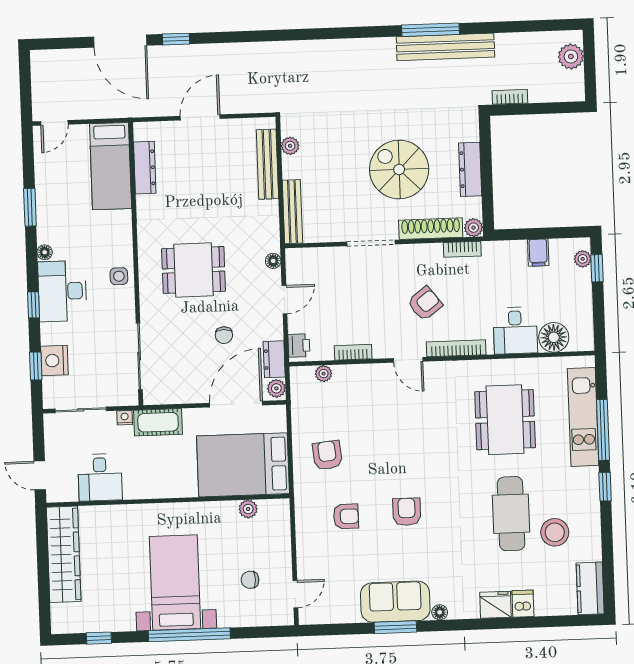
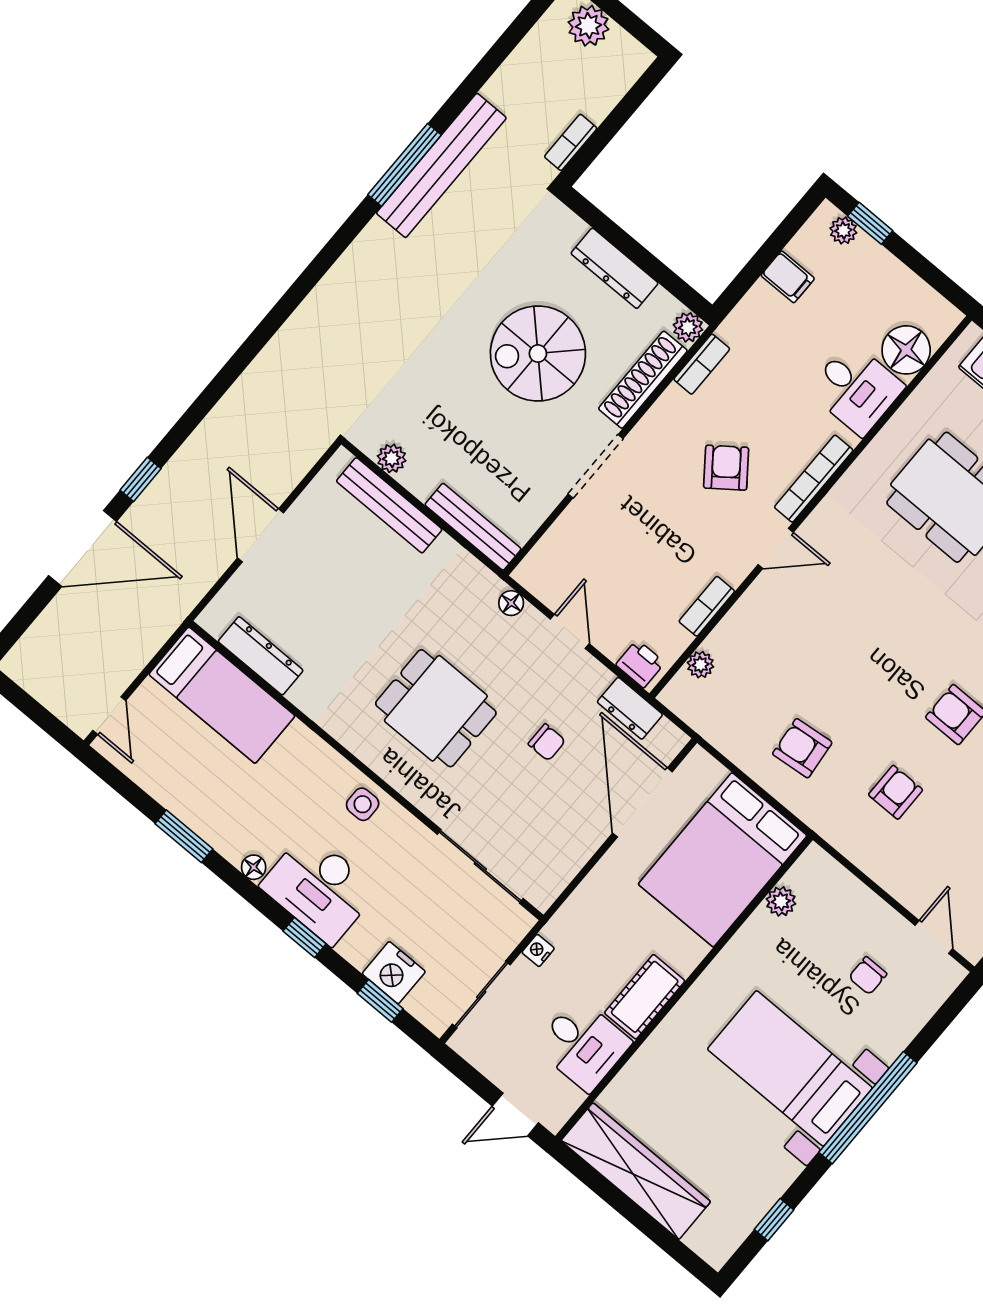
dining table: (194, 270) -> (436, 708), turned 90
plant: (276, 388) -> (667, 737), removed
cot: (158, 422) -> (645, 997), moved

